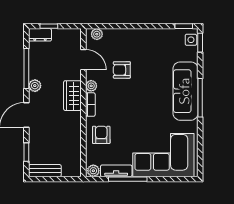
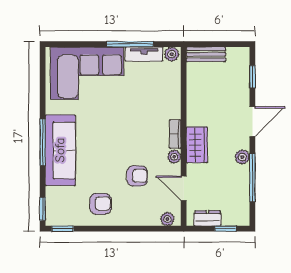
dresser: (40, 35) -> (208, 218), moved
side table: (191, 40) -> (54, 212), removed
armchair: (101, 135) -> (100, 204), moved, turned -90
bench: (45, 171) -> (206, 54), moved

